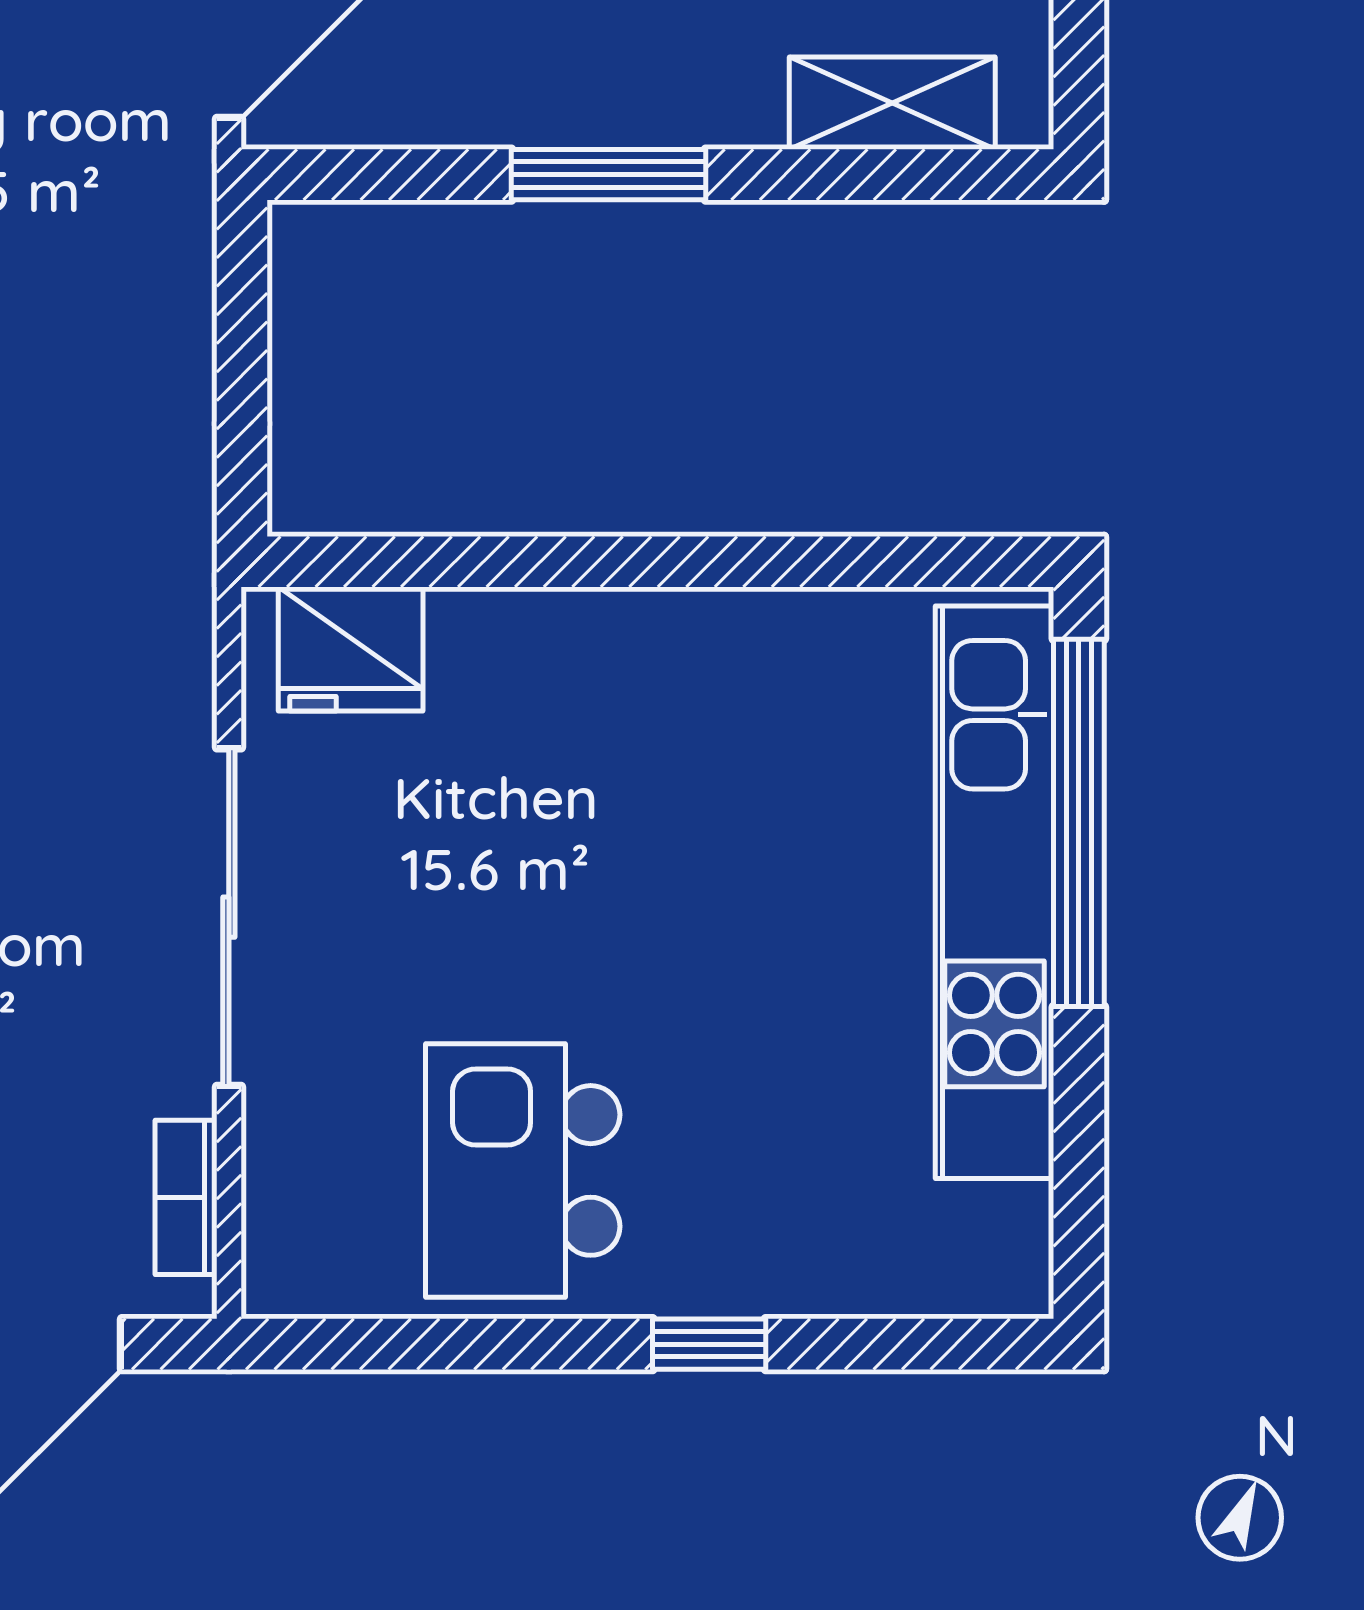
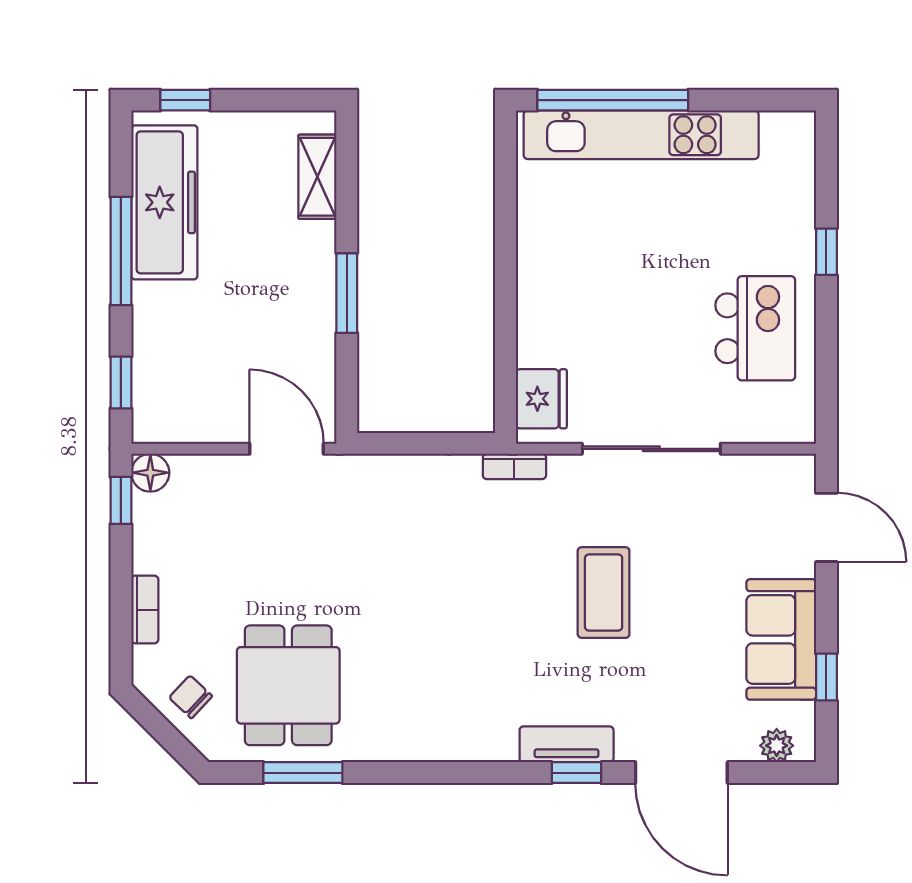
kitchen island: (523, 1170) -> (755, 328), turned -90
bookcase: (186, 1197) -> (514, 466), moved

